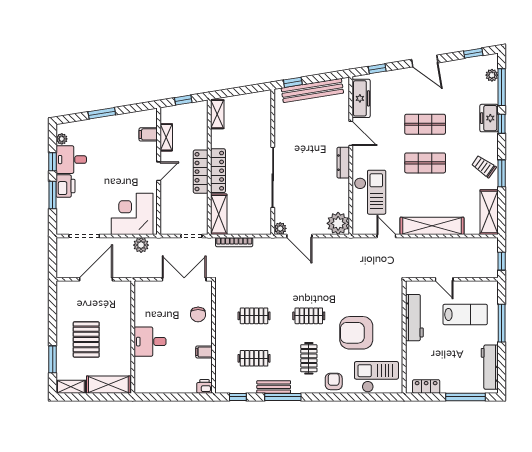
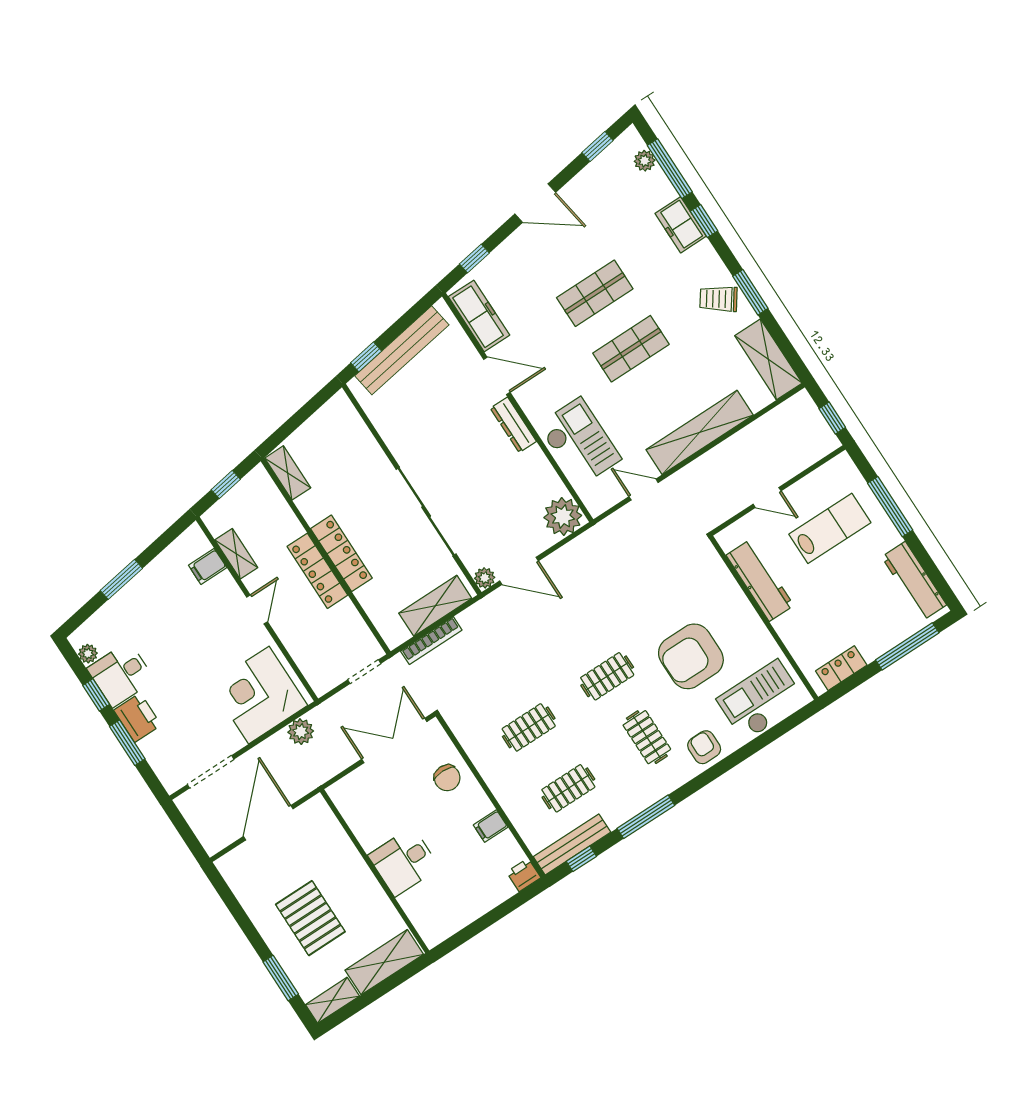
shelving: (219, 214) -> (435, 606), moved, turned 90
bench: (274, 387) -> (572, 844), moved, width x1.36

